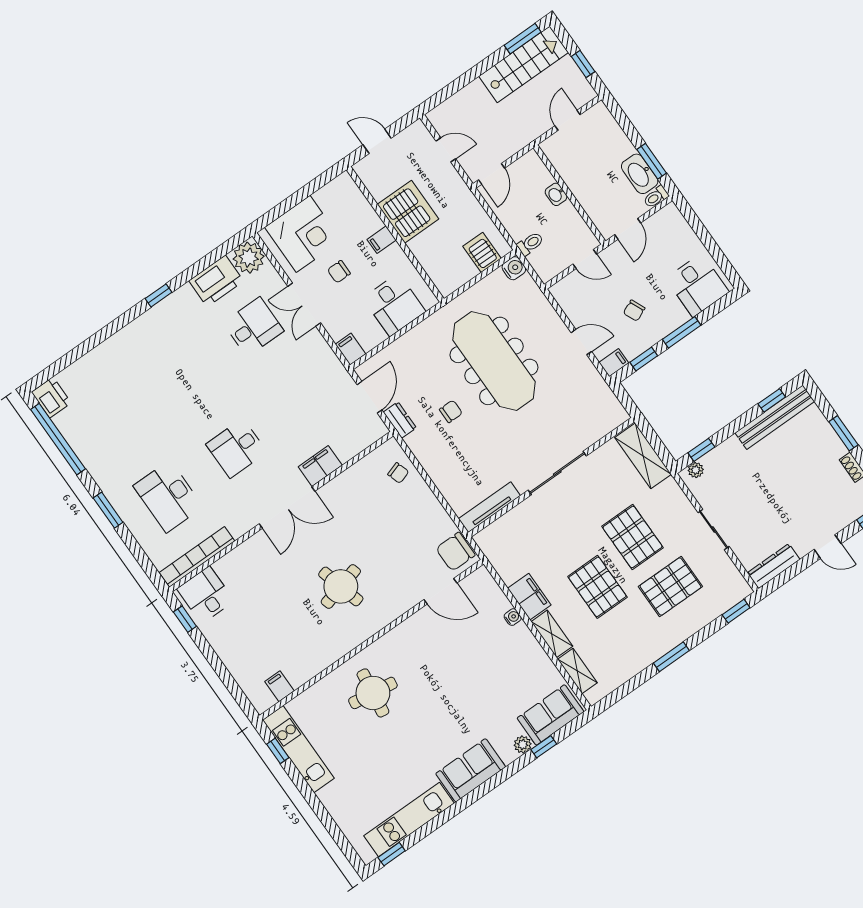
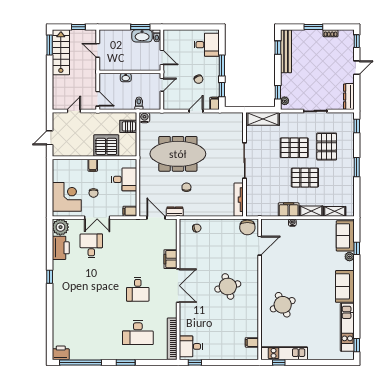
server rack: (408, 212) -> (106, 146), moved
round table: (373, 693) -> (283, 305), turned -32

